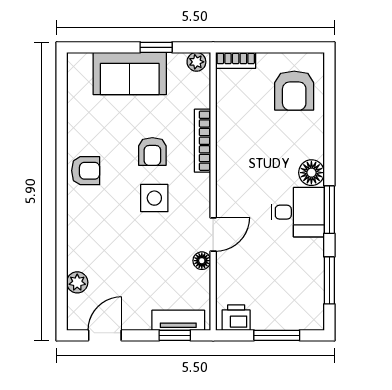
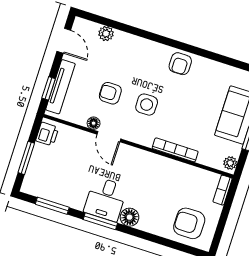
armchair: (152, 152) -> (110, 93), moved
tv unit: (178, 320) -> (60, 87), width x1.41

